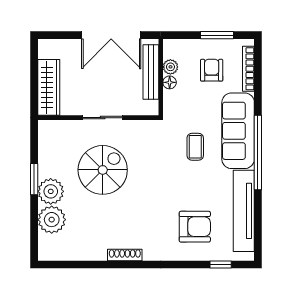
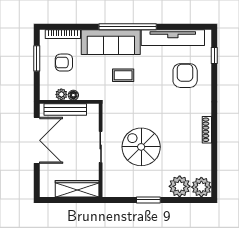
plant: (51, 191) -> (201, 187), moved

